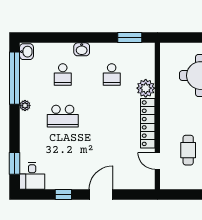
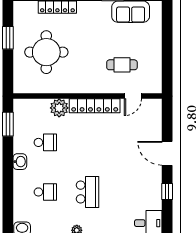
washbasin: (82, 49) -> (20, 162), moved

